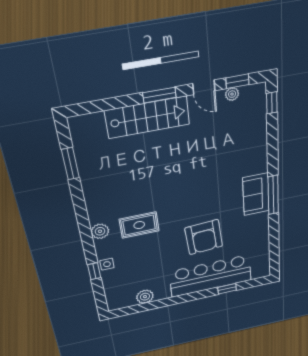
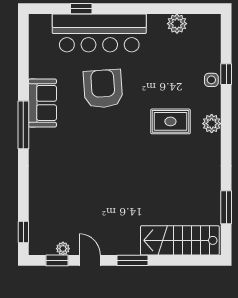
stairs: (148, 117) -> (180, 240), moved
sofa: (256, 194) -> (42, 103), moved

